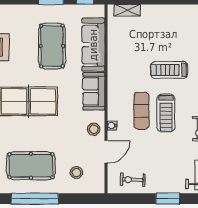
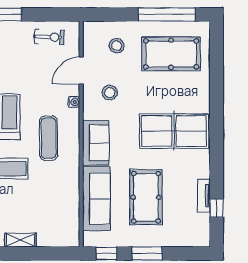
shelving: (127, 10) -> (20, 240), moved
exercise mat: (141, 111) -> (49, 138), moved
stool: (94, 129) -> (110, 93), moved

